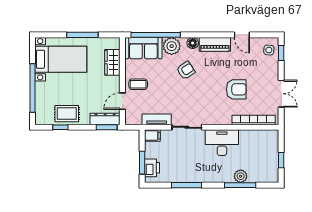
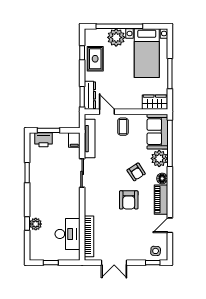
wardrobe: (112, 62) -> (155, 102), moved
armchair: (236, 89) -> (129, 200), moved
plant: (44, 91) -> (116, 37), added
tv unit: (157, 119) -> (90, 139), width x1.41
desk: (222, 143) -> (67, 234), moved
window: (186, 185) -> (27, 173), width x0.69
window: (240, 185) -> (27, 224), width x0.46

